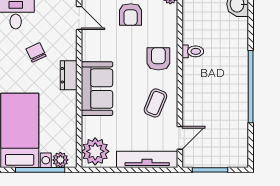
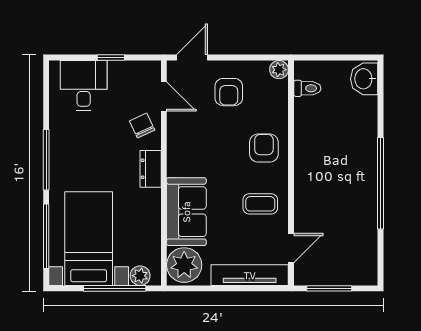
toilet: (193, 51) -> (307, 88), moved
chair: (36, 52) -> (142, 126), moved
sofa: (97, 89) -> (186, 212), moved
coffee table: (155, 103) -> (260, 204), turned 68

